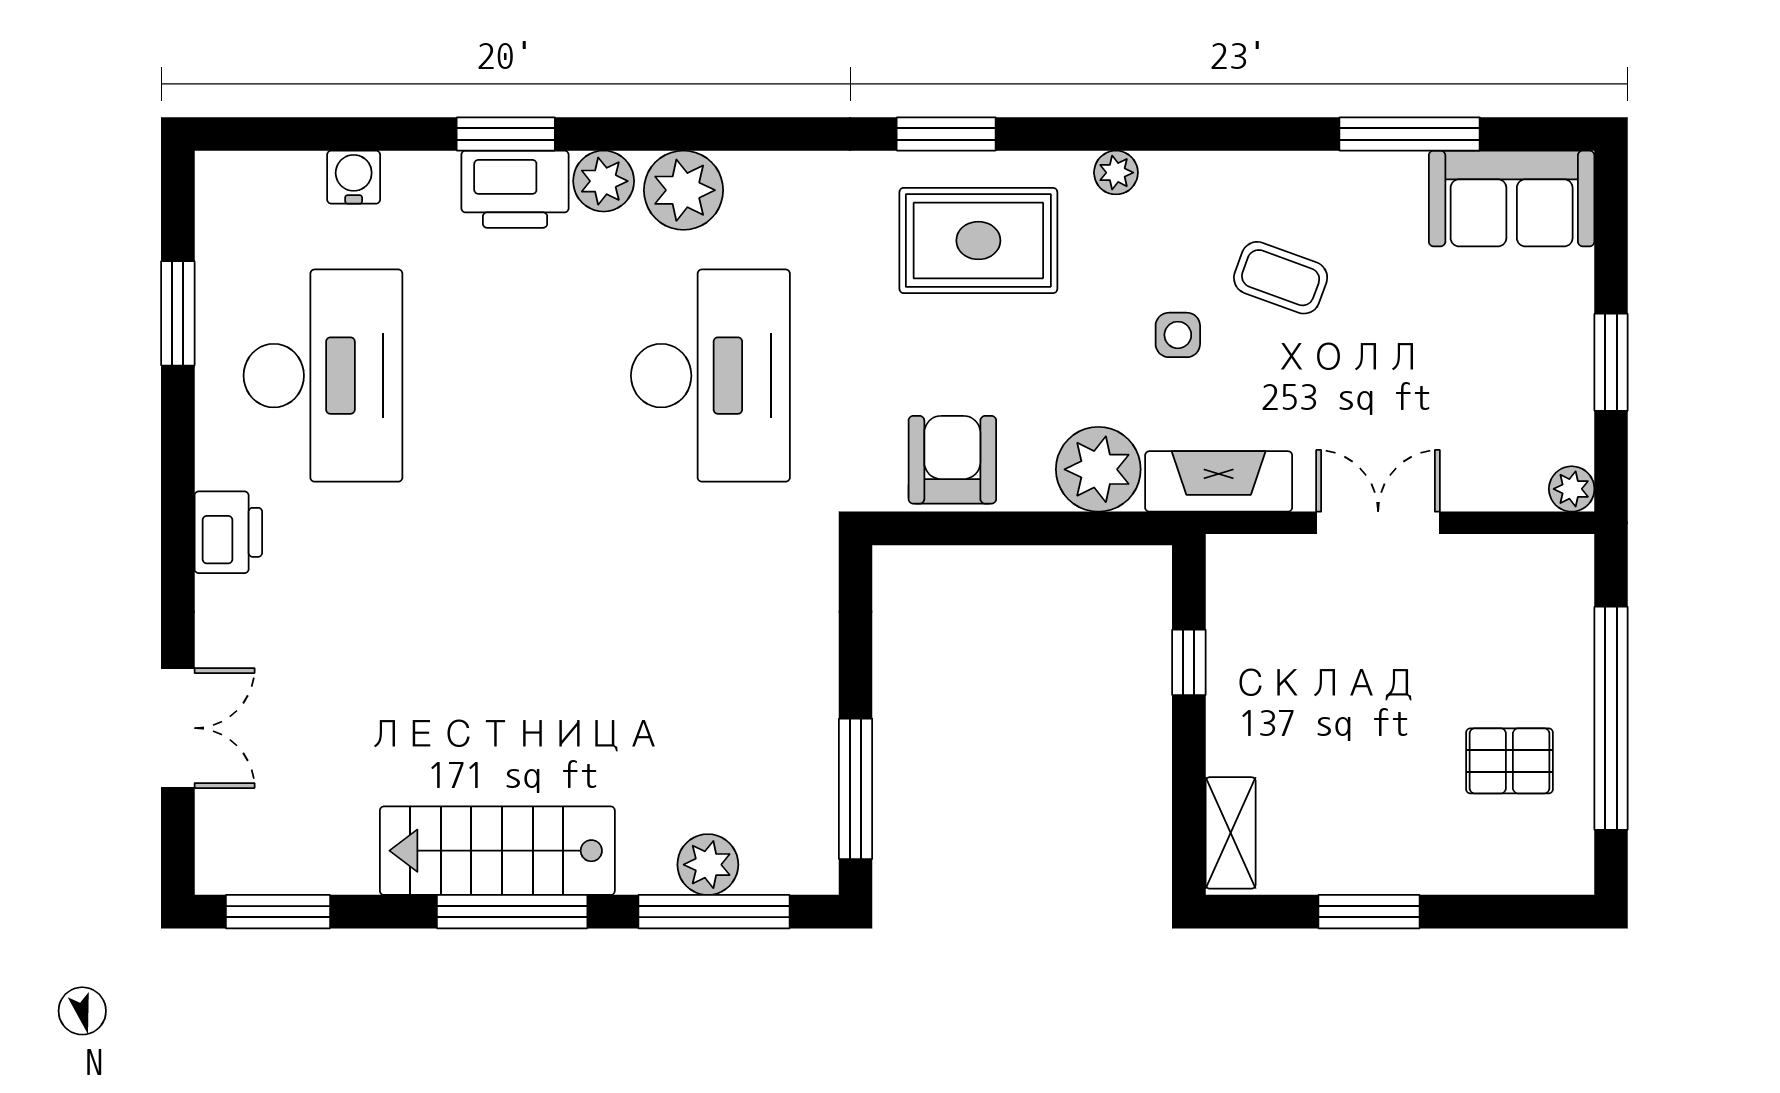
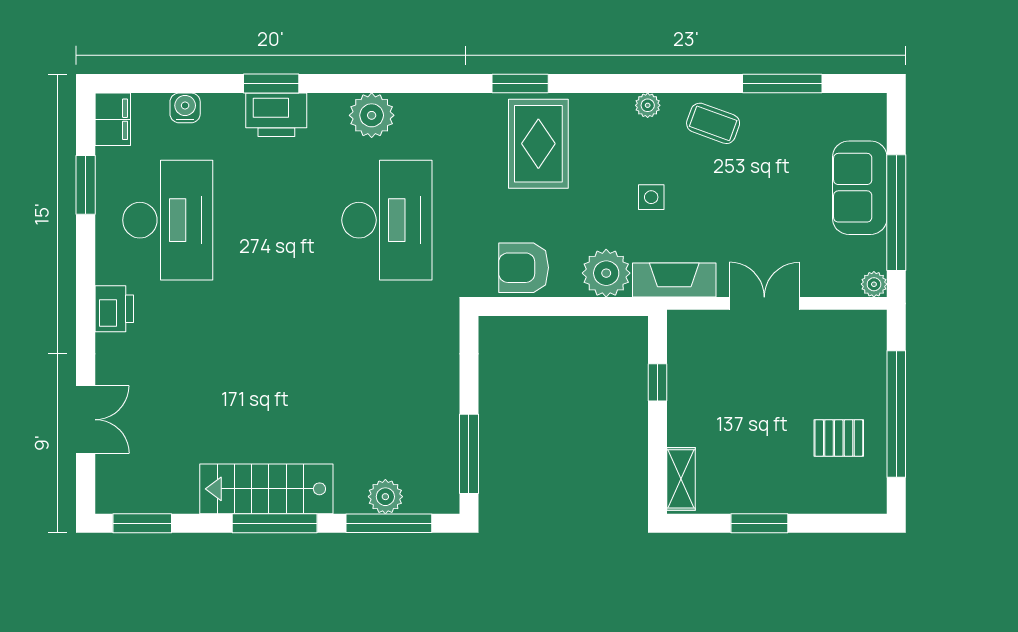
plant: (1116, 173) -> (648, 105), moved
plant: (604, 181) -> (326, 110), removed
filing cabinet: (226, 197) -> (113, 119), added
sofa: (1512, 199) -> (860, 188), moved, turned 90
rug: (978, 241) -> (538, 144), turned 90
coffee table: (1281, 278) -> (713, 123), moved
window: (1611, 362) -> (896, 213), width x2.11
armchair: (952, 460) -> (524, 268), turned -90

